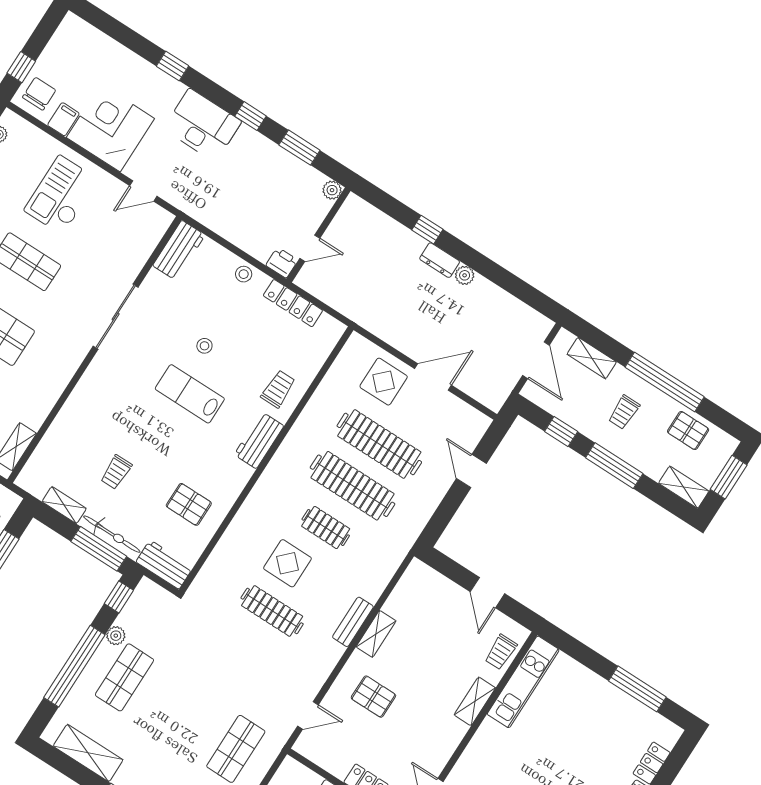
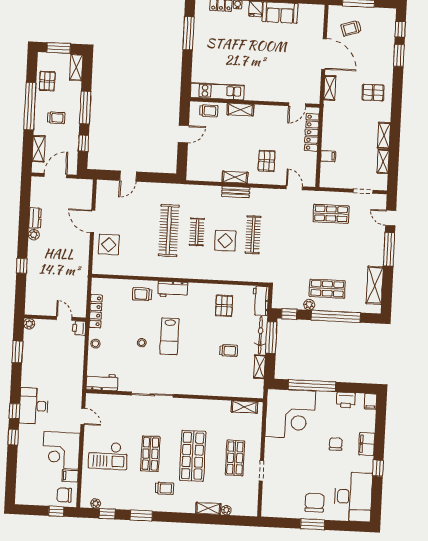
window: (250, 116) -> (14, 411), moved
dresser: (440, 260) -> (35, 218), moved
clothes rail: (379, 444) -> (141, 229), removed

